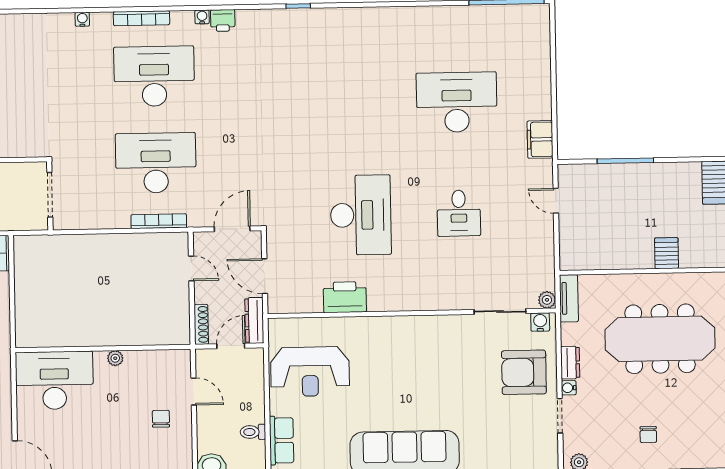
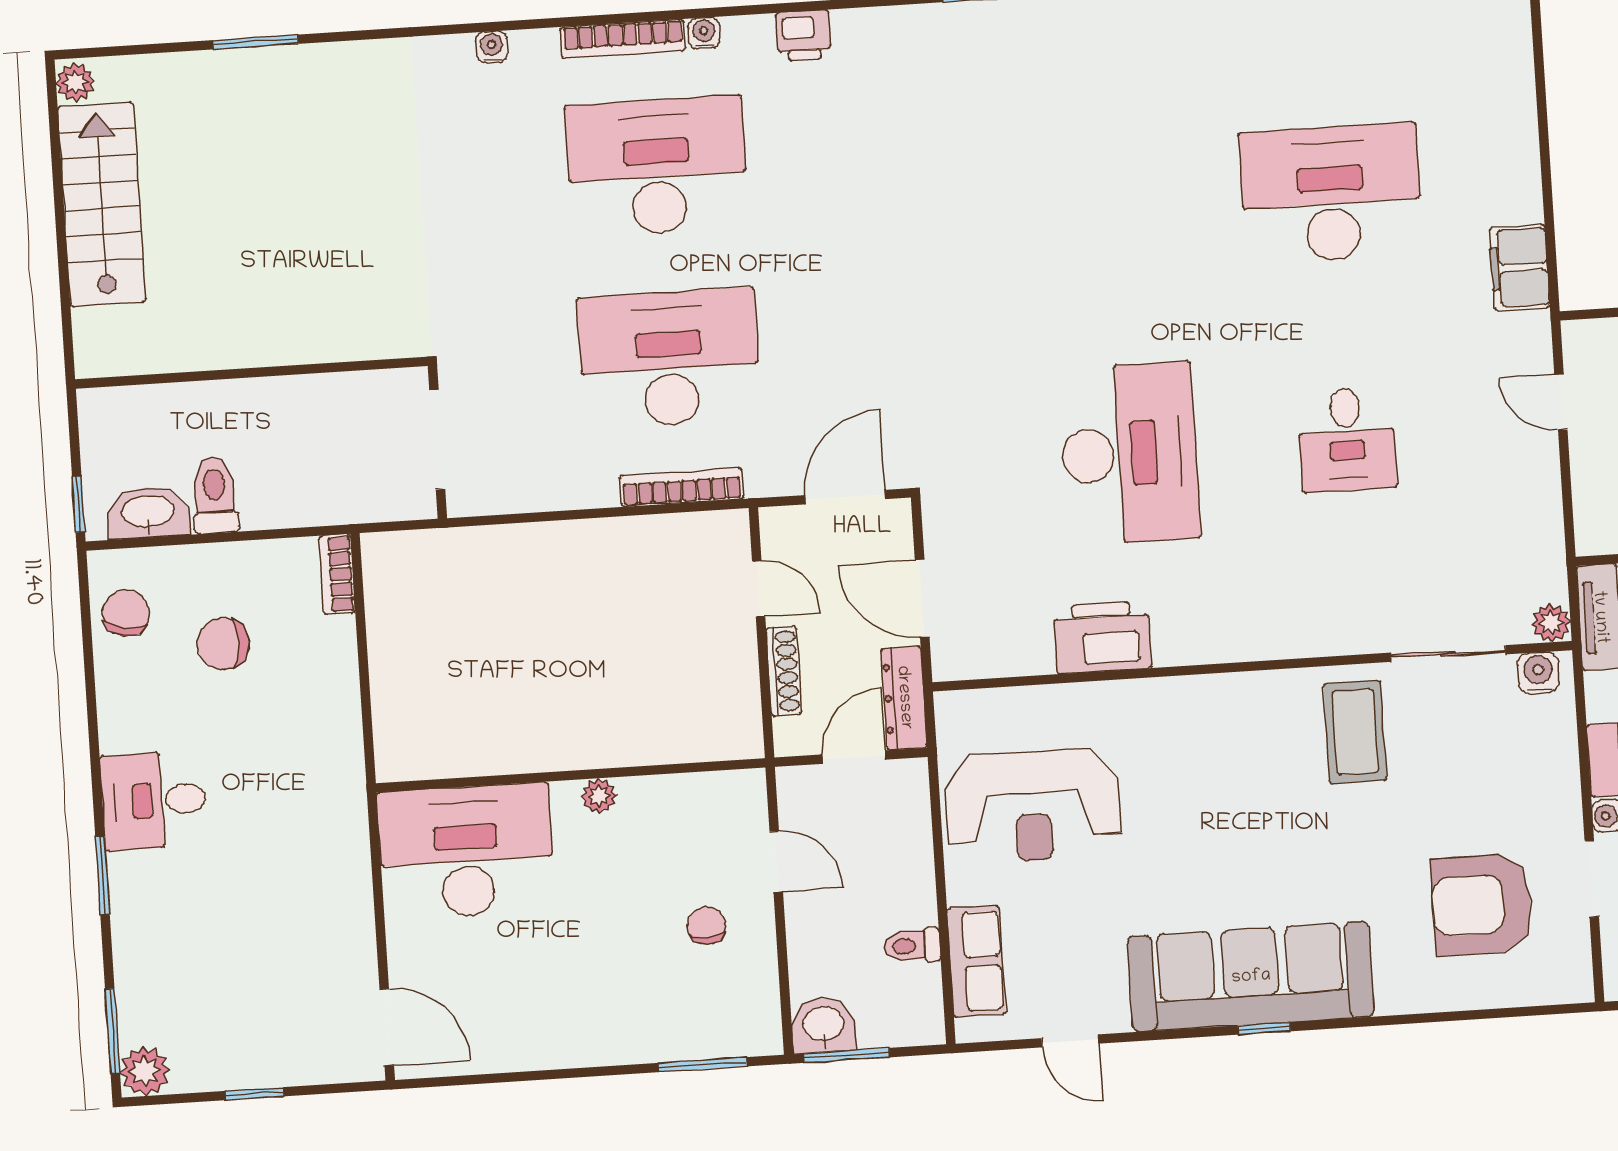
water cooler: (202, 17) -> (704, 33), moved
shoe rack: (201, 324) -> (784, 671), moved
coffee table: (457, 345) -> (1355, 732), added
armchair: (524, 372) -> (1482, 905), moved

